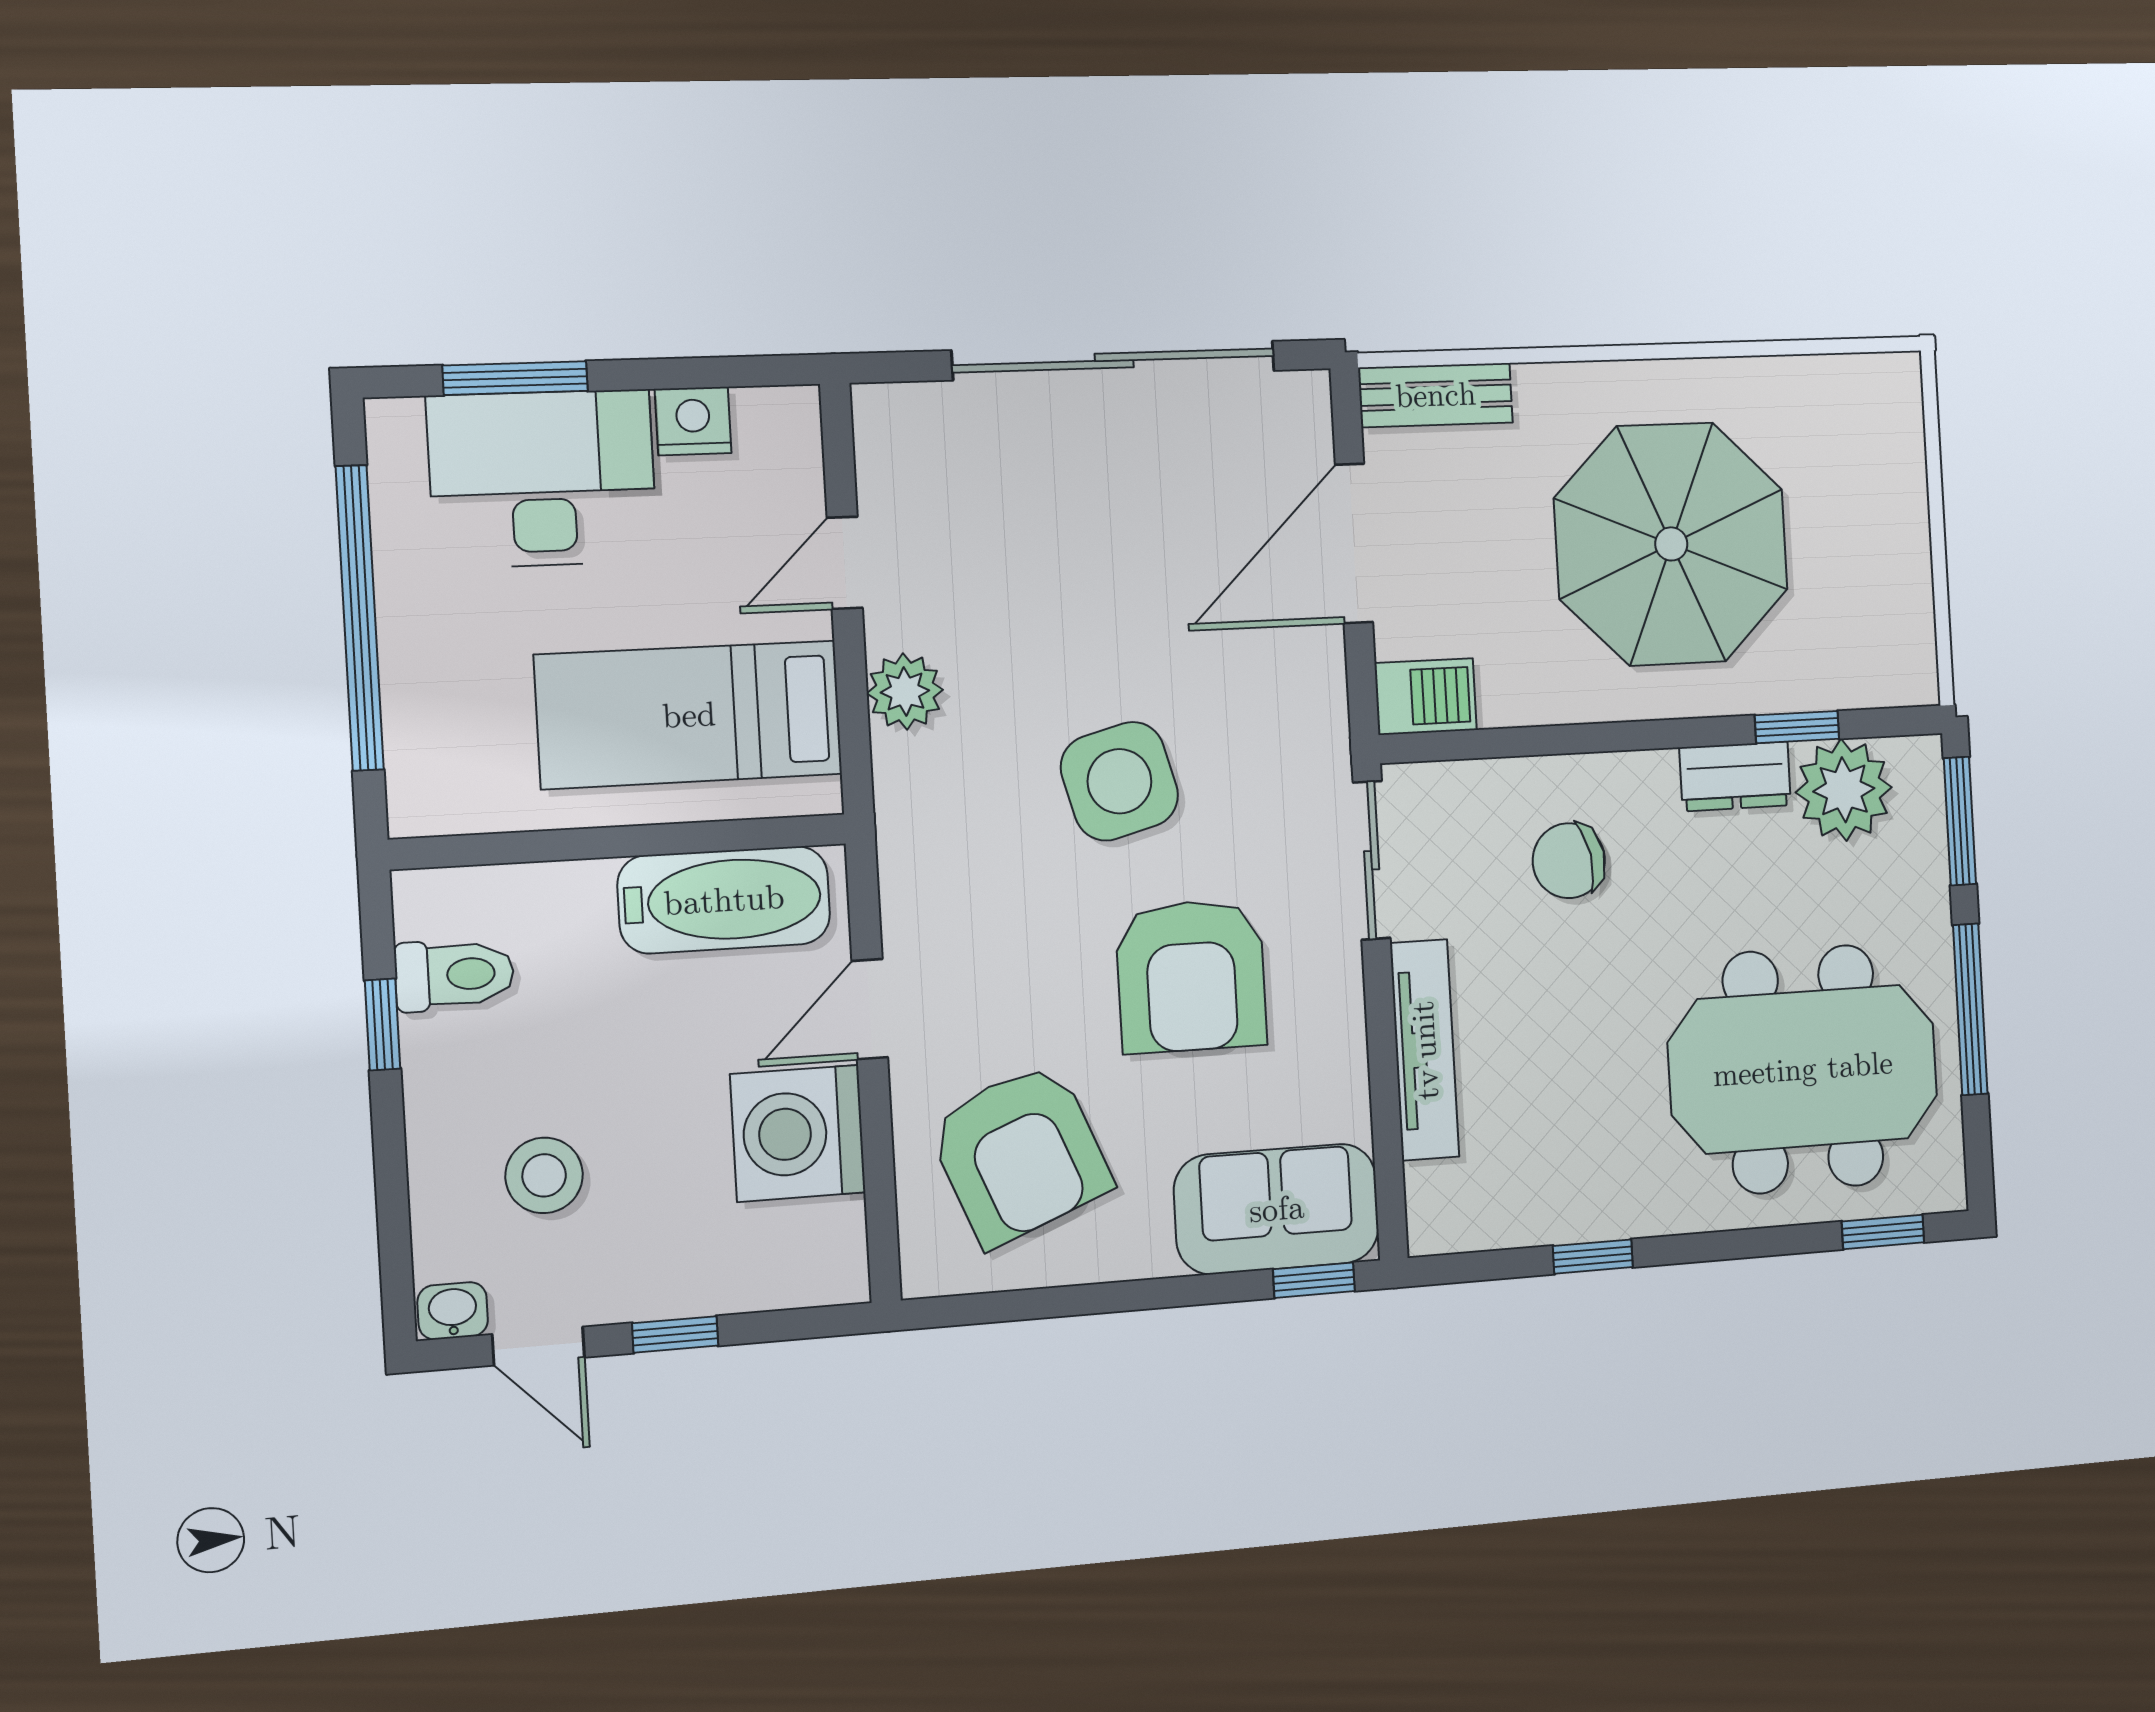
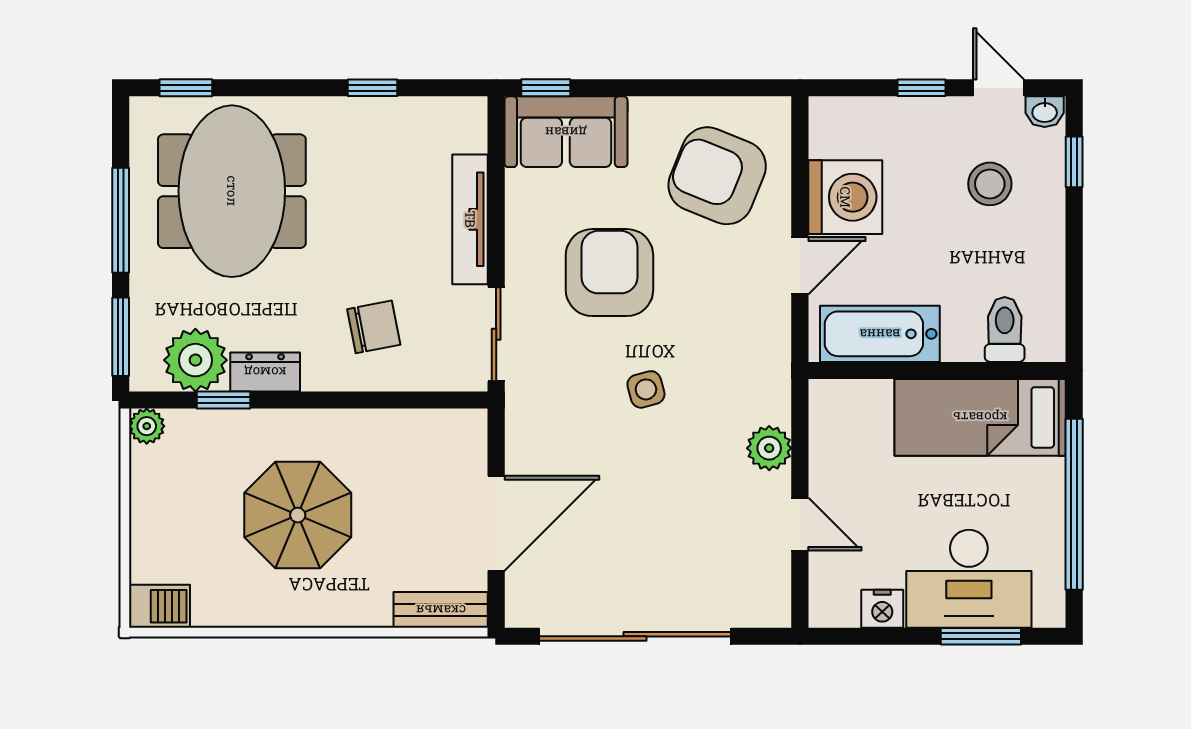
parasol: (1671, 544) -> (298, 515), width x0.73, depth x0.73
door: (845, 563) -> (800, 524), hinge flipped
plant: (1912, 678) -> (147, 426), added
barbecue: (1426, 697) -> (159, 606), moved, turned 180
bed: (689, 715) -> (980, 417), moved, turned 180
side table: (1119, 781) -> (646, 389), width x0.54, depth x0.54
toilet: (454, 975) -> (1005, 329), moved, turned 90
window: (383, 1024) -> (1074, 162), moved
meeting table: (1803, 1069) -> (232, 191), turned 90
armchair: (1020, 1154) -> (717, 176), turned -46

